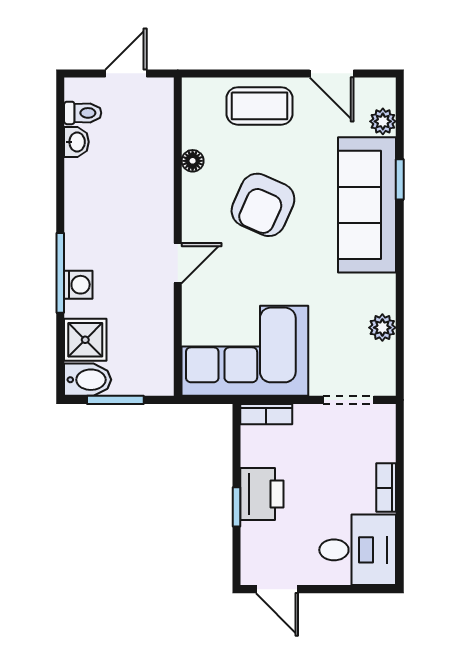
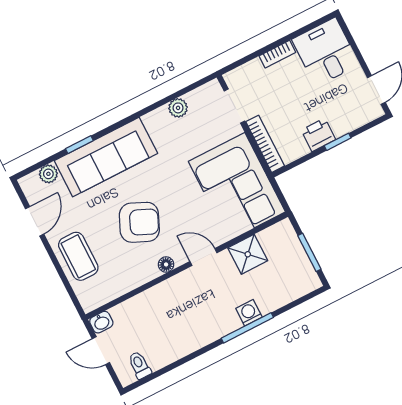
washbasin: (76, 142) -> (101, 322), moved, turned 180
floor lamp: (193, 161) -> (166, 264), moved
shower: (85, 340) -> (248, 254), moved
bidet: (88, 380) -> (306, 276), removed
bookcase: (266, 414) -> (265, 144), width x1.56
printer: (262, 494) -> (318, 135), width x0.73, depth x0.81

